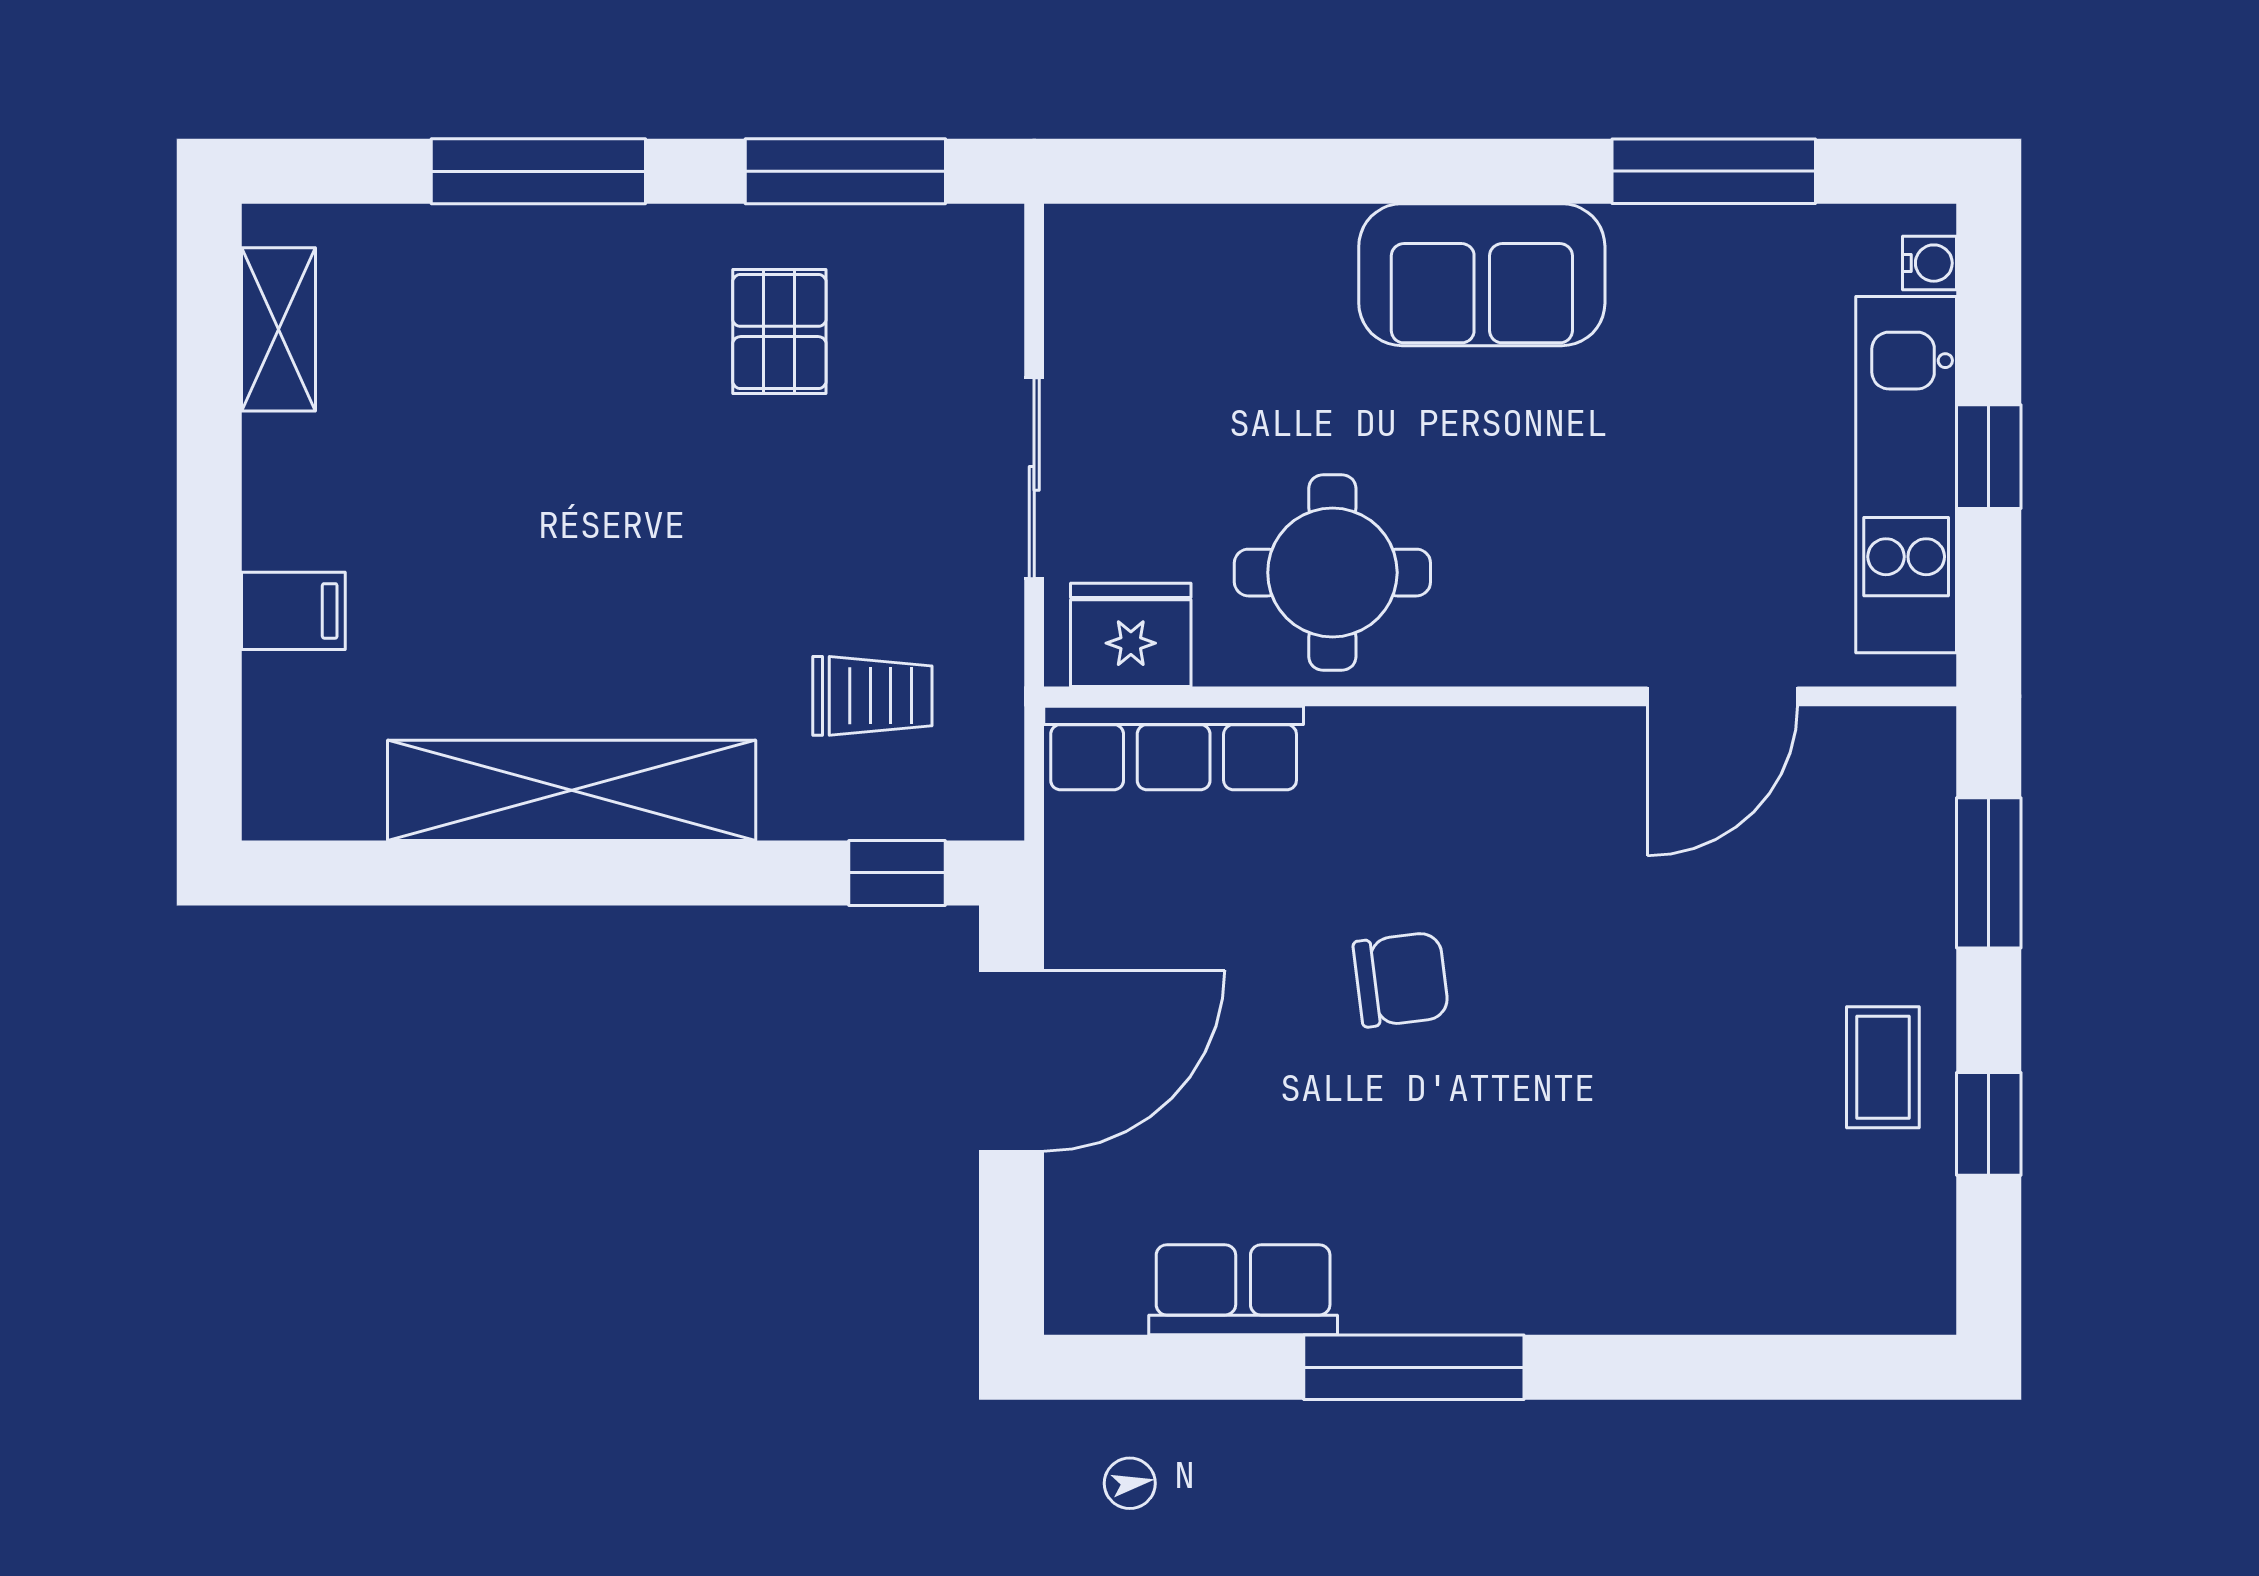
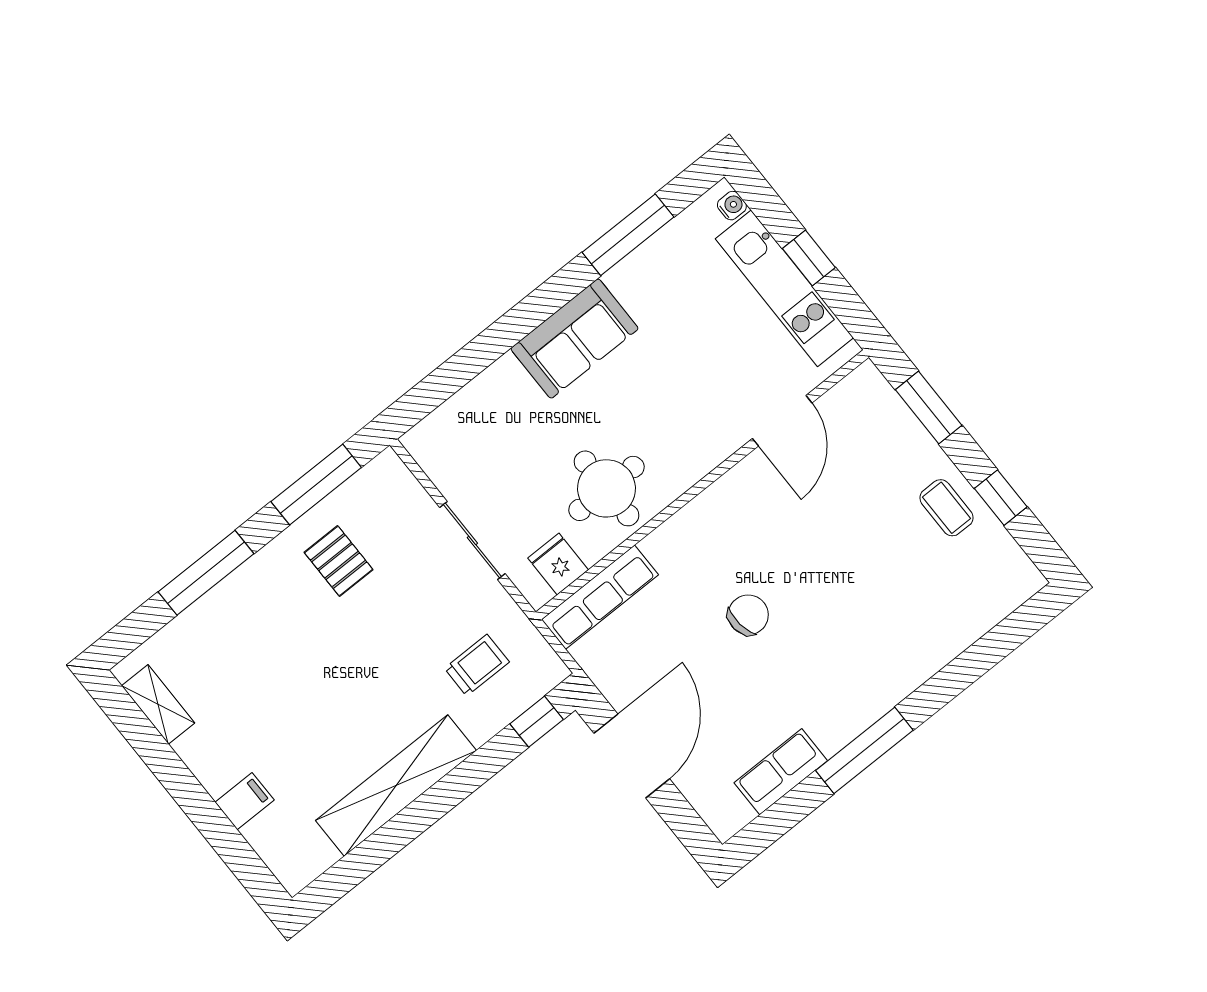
fridge: (1131, 635) -> (558, 564), width x0.72

